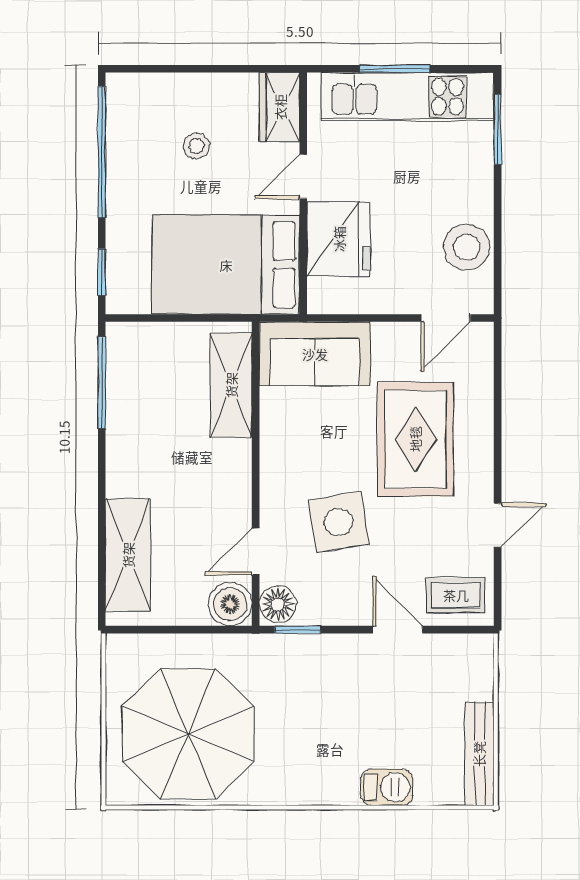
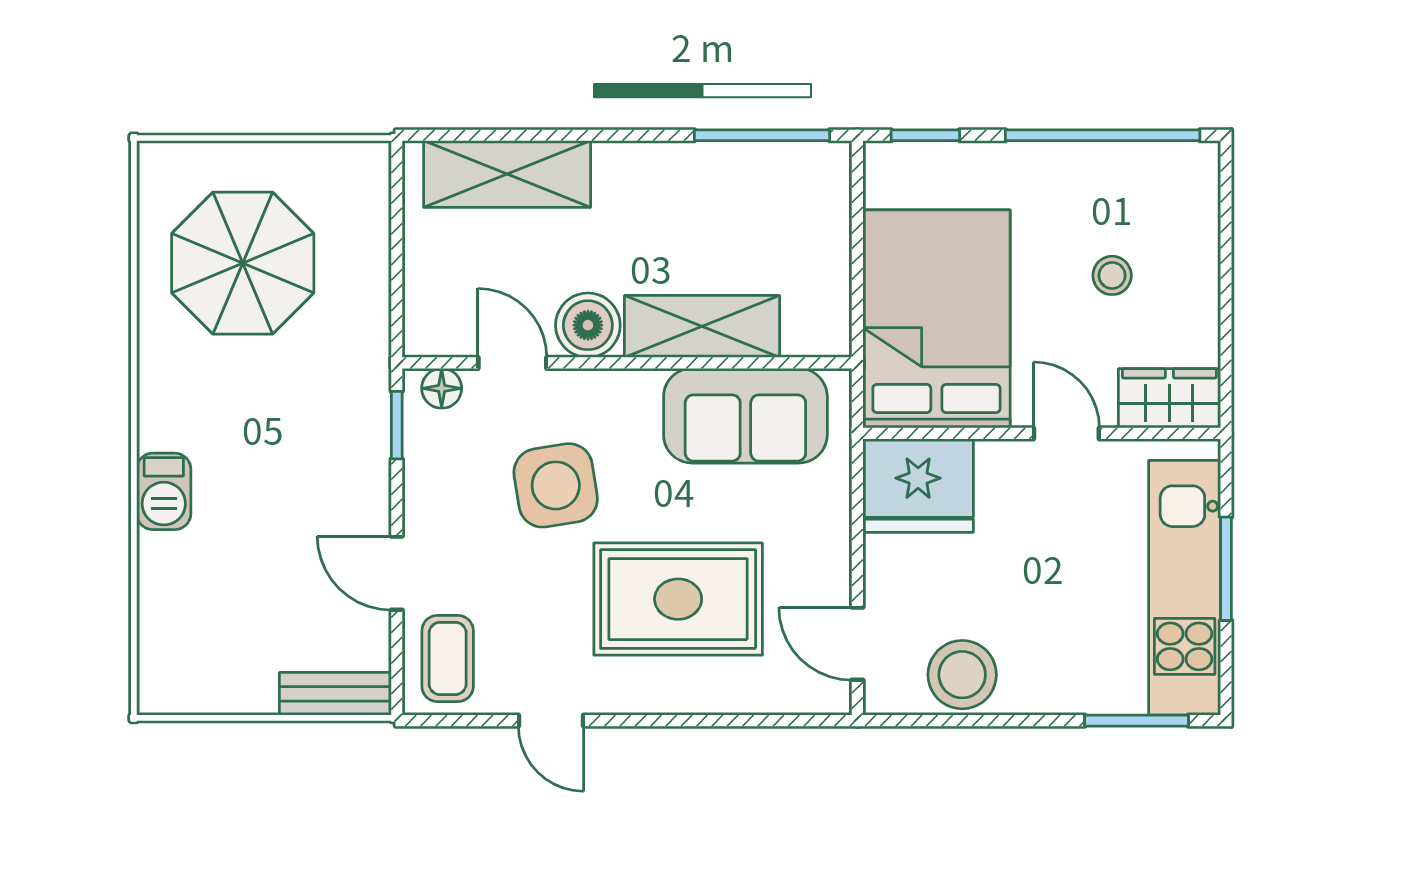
fridge: (339, 239) -> (918, 486), moved
sofa: (315, 354) -> (745, 416), moved, turned -90
shelving: (231, 385) -> (702, 326), moved
boiler: (230, 604) -> (588, 325), moved
floor lamp: (278, 604) -> (442, 388), width x0.73, depth x0.73
door: (398, 630) -> (397, 573), swing flipped
parasol: (188, 734) -> (243, 263), width x0.73, depth x0.73
bench: (479, 754) -> (335, 694), moved, width x0.73
barbecue: (387, 787) -> (164, 491), moved

